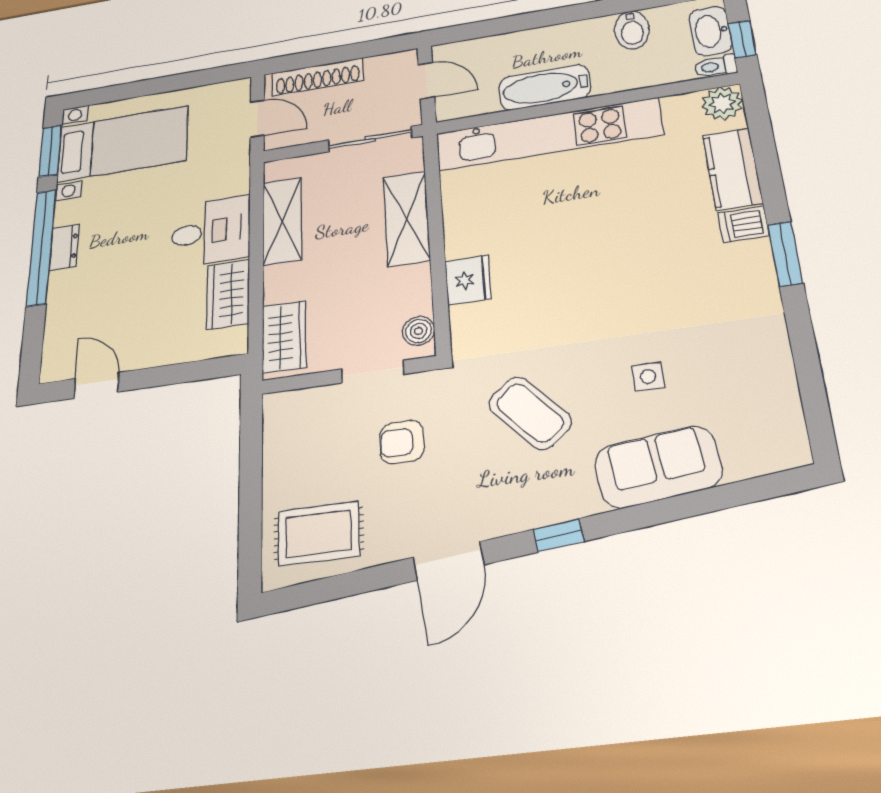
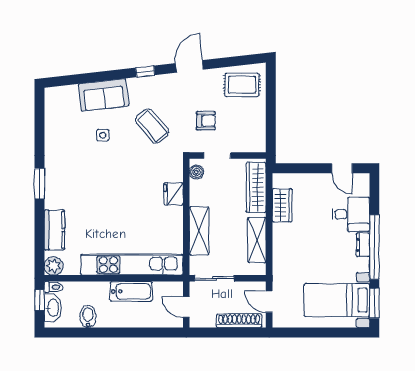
dishwasher: (744, 224) -> (54, 201), removed
desk: (211, 232) -> (351, 214), moved, turned 180
wardrobe: (284, 337) -> (256, 187), width x1.50

